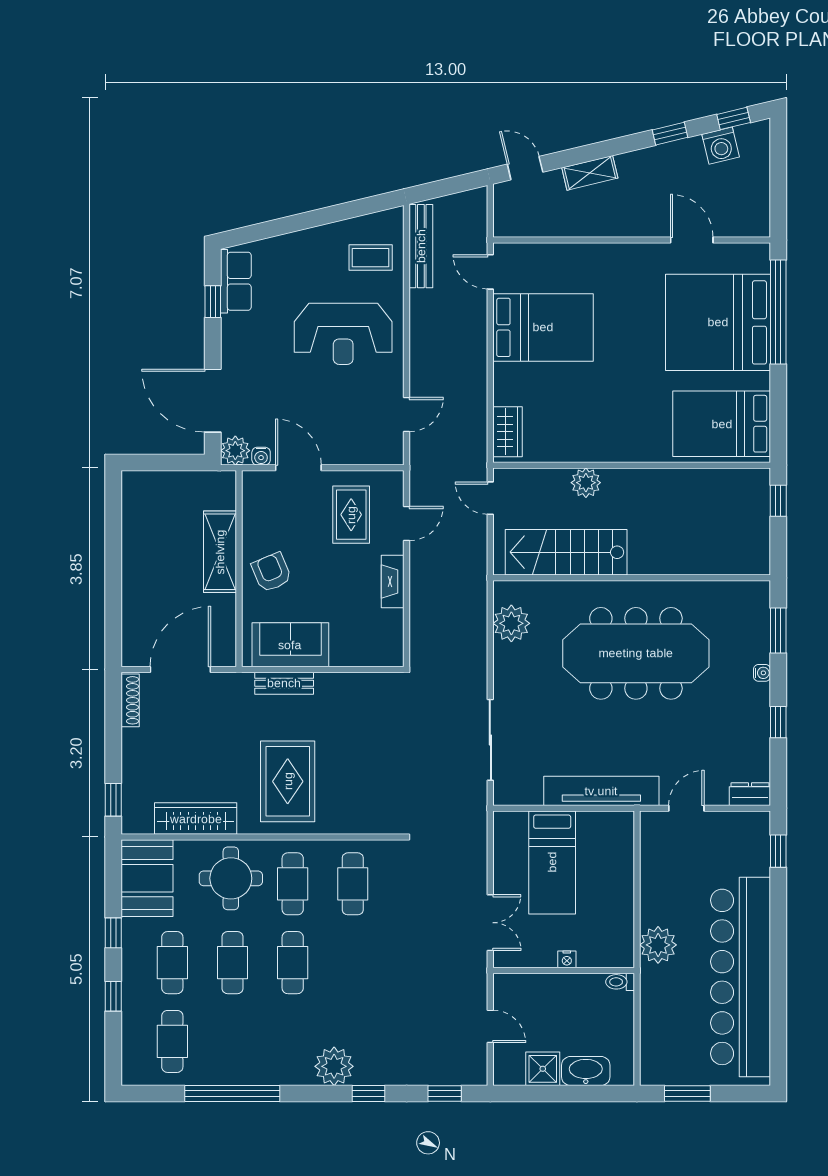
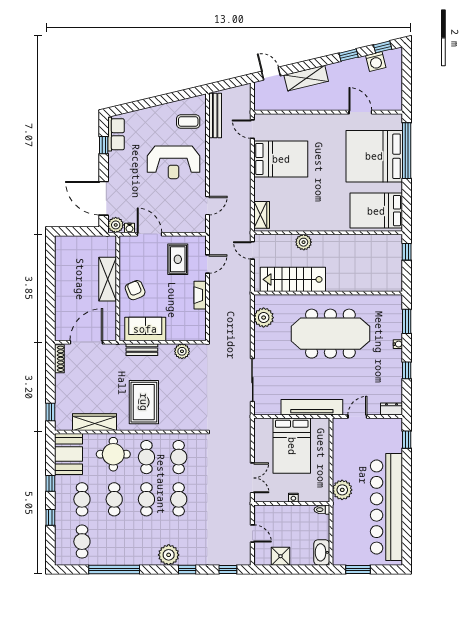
shelving: (590, 173) -> (306, 78), width x1.50, depth x1.33
plant: (359, 686) -> (182, 351), added
bed: (552, 862) -> (292, 446), width x1.50
cafe table: (353, 963) -> (179, 499), added
washbasin: (586, 1071) -> (322, 552), moved, turned -90

